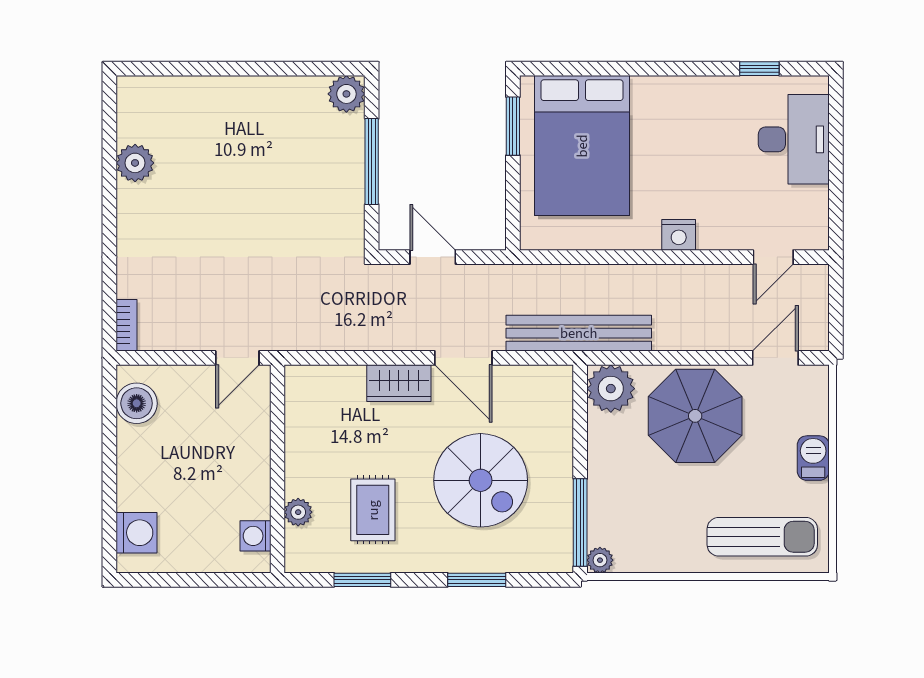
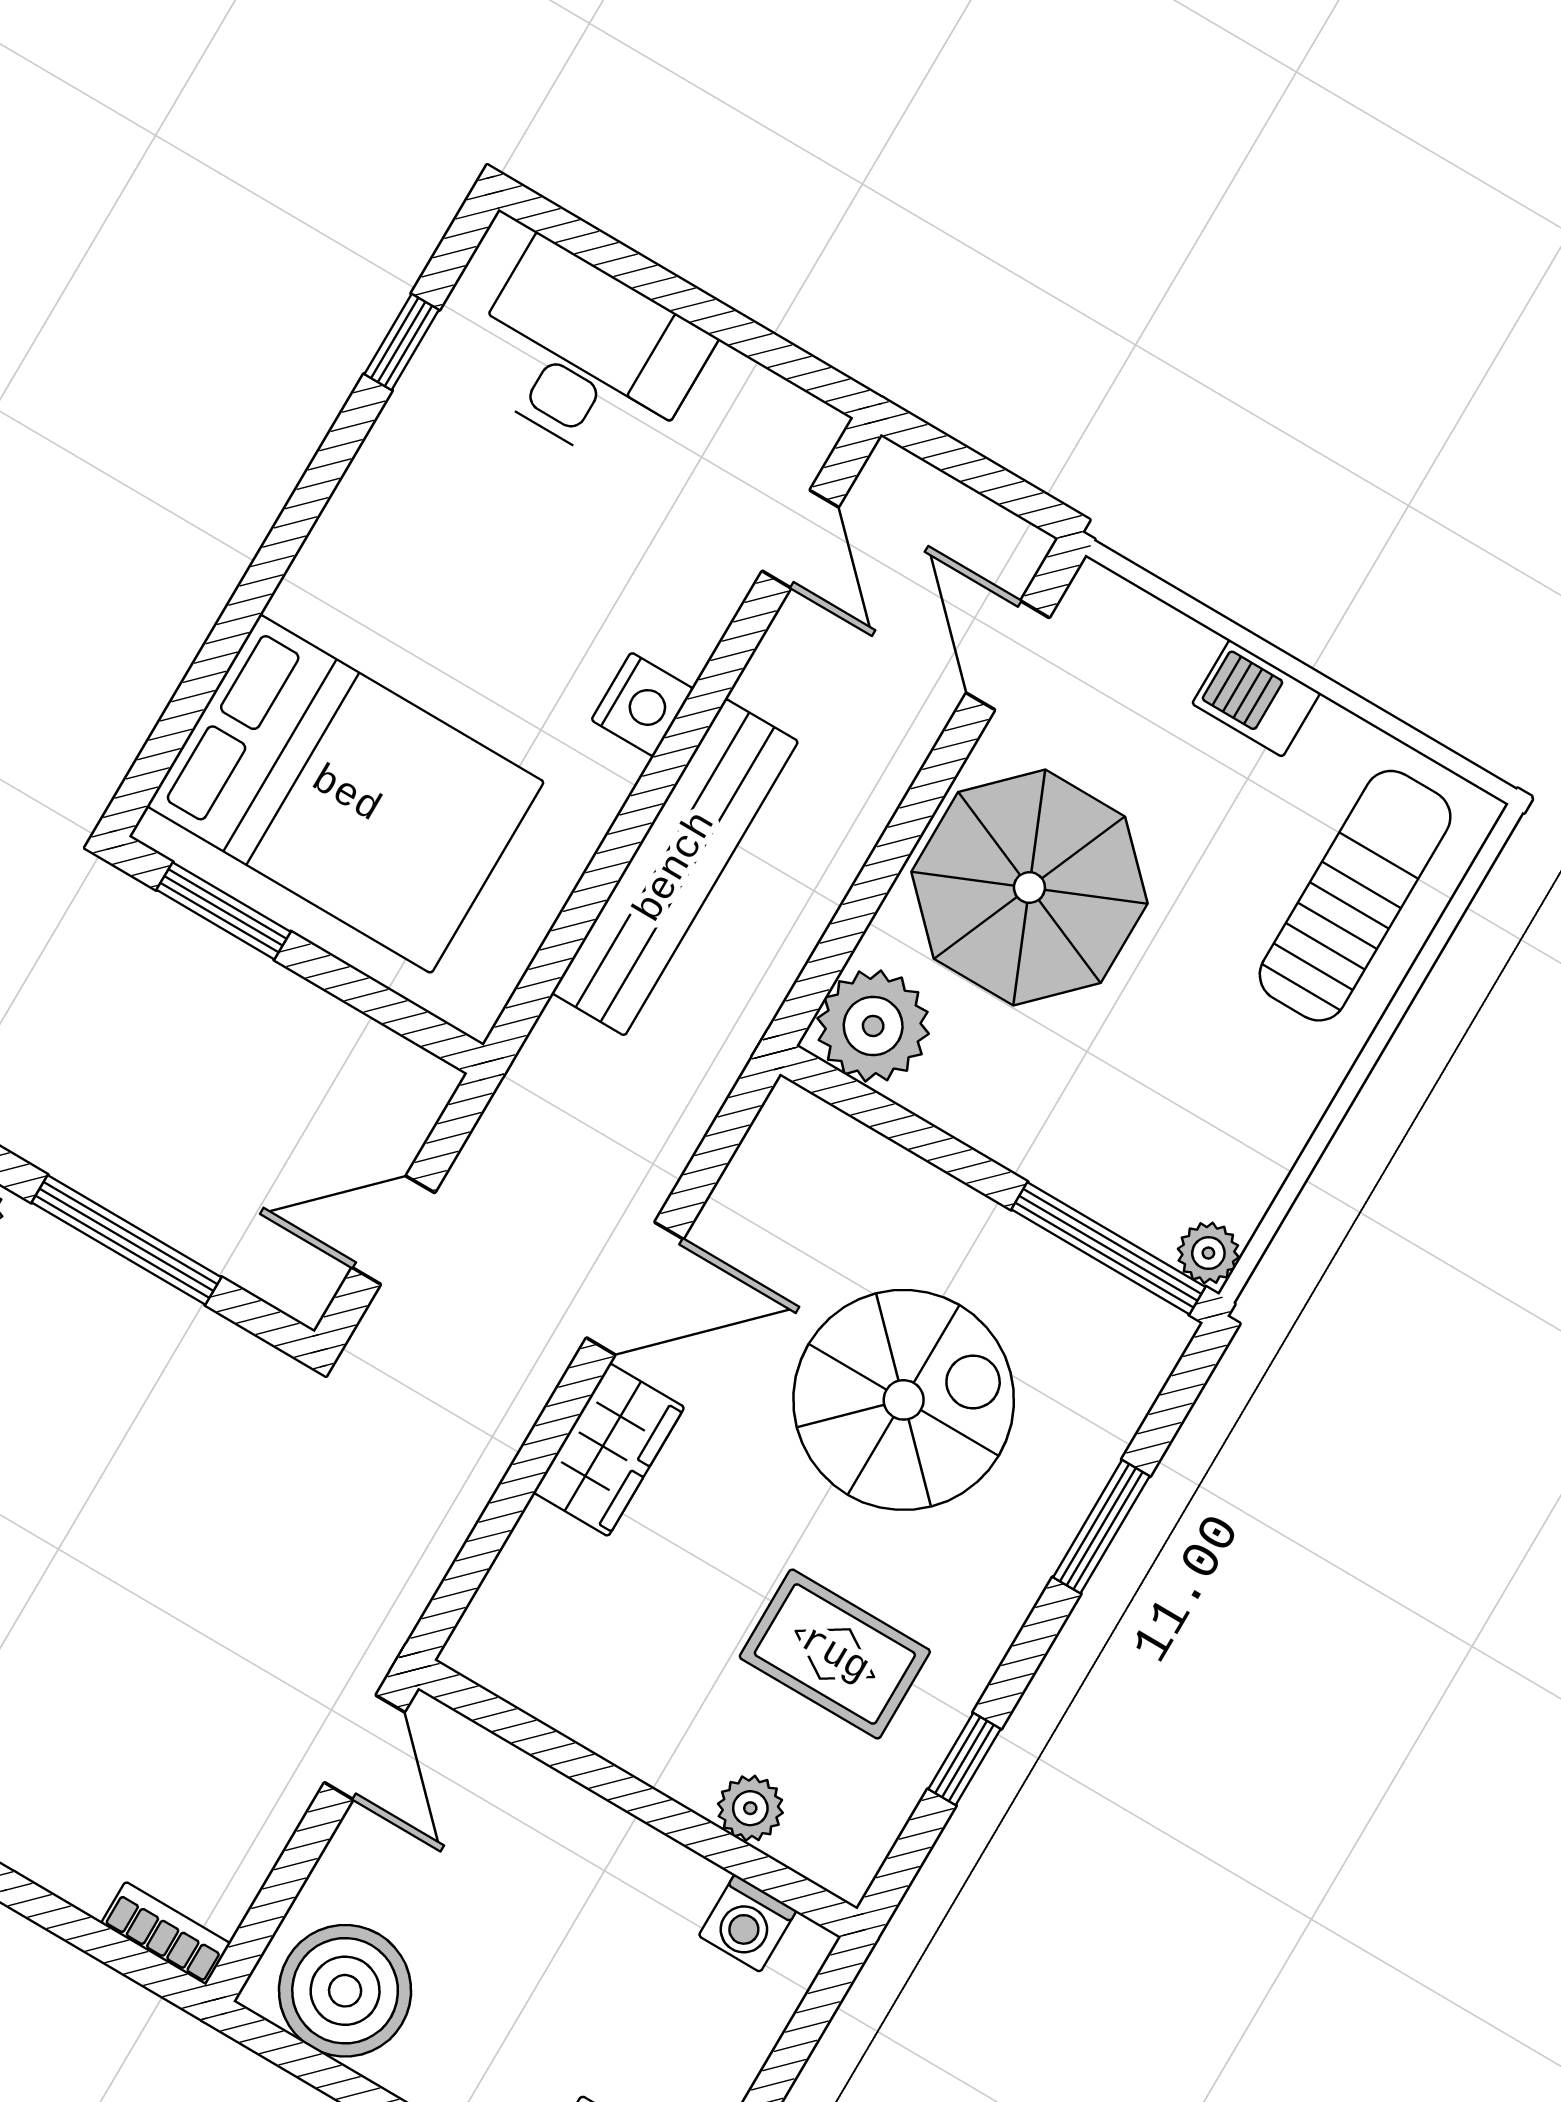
bench: (579, 333) -> (675, 867), moved
boiler: (137, 403) -> (345, 1991), width x1.37, depth x1.37
window: (362, 580) -> (964, 1759), width x0.67

